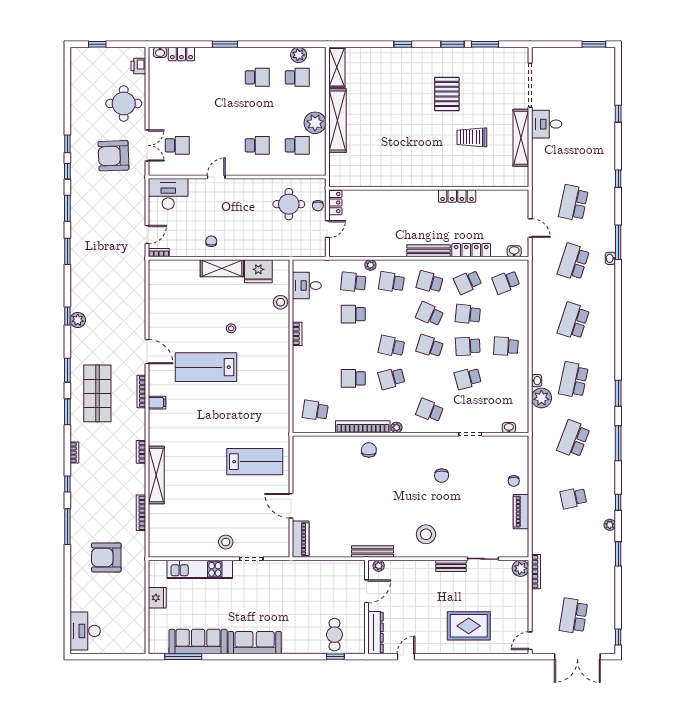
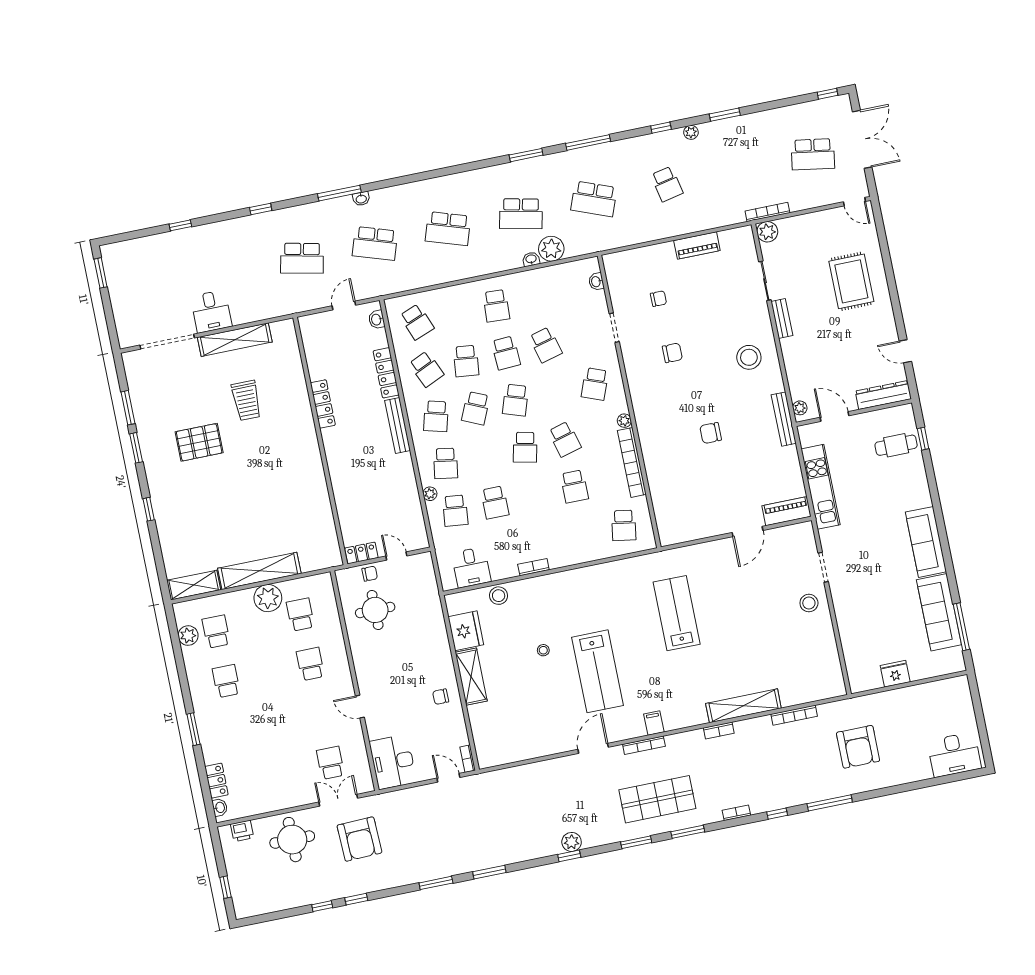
window: (67, 171) -> (322, 906), moved
chair: (369, 450) -> (711, 433), moved
lab bench: (255, 462) -> (677, 613), moved
chair: (514, 481) -> (658, 299), moved
kitchen unit: (200, 569) -> (820, 487), moved

